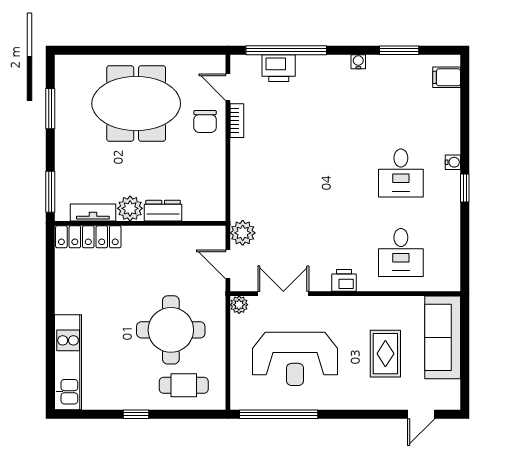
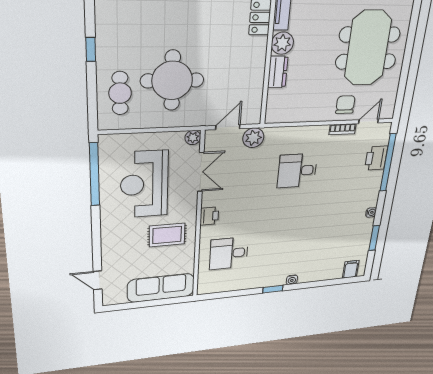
chair: (205, 121) -> (345, 105), turned 90
desk: (401, 173) -> (297, 171), moved
rug: (385, 354) -> (167, 235), moved

